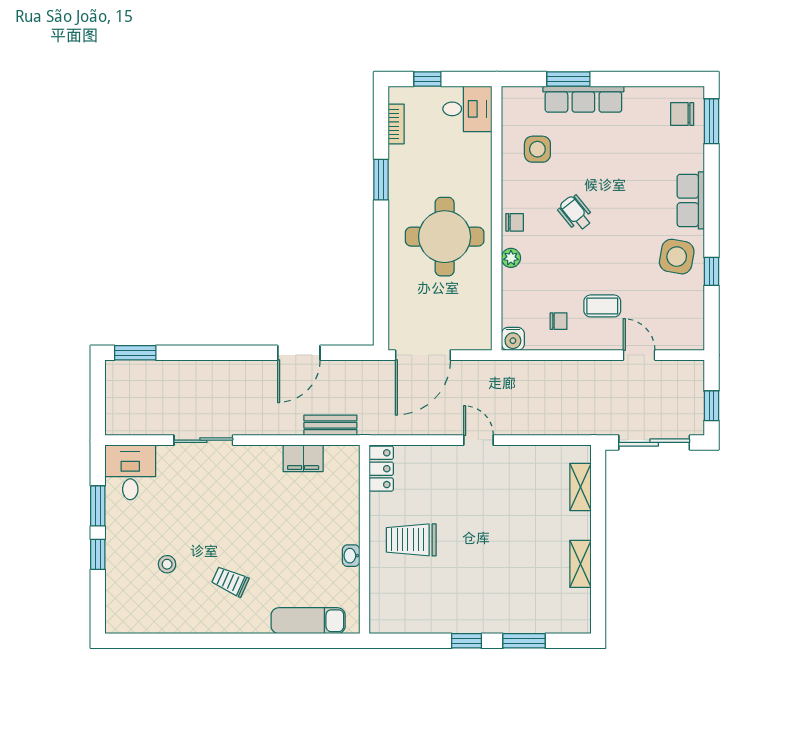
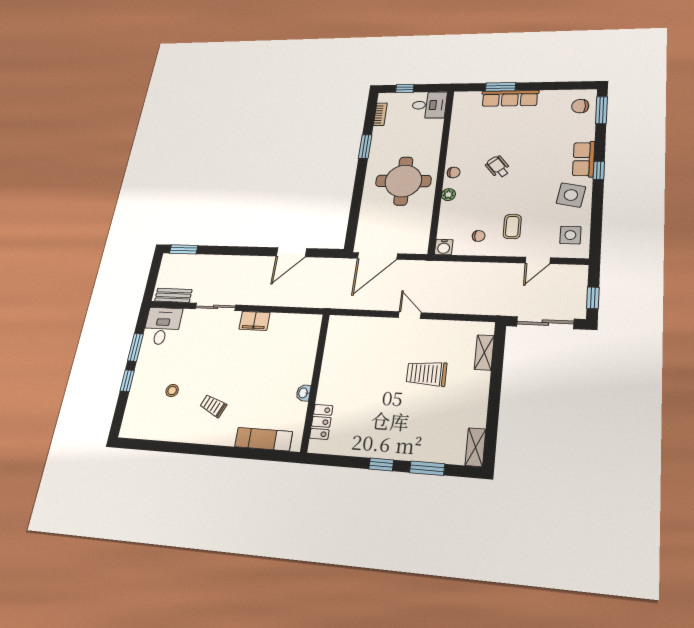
side table: (537, 149) -> (570, 235), moved
window: (711, 271) -> (599, 170), moved
coffee table: (602, 306) -> (512, 227), turned 90
door: (639, 355) -> (538, 260), swing flipped
bench: (330, 425) -> (173, 295), moved
filing cabinet: (303, 458) -> (254, 321), moved
locker: (381, 469) -> (321, 422), moved
trolley: (411, 540) -> (427, 374), moved
shelving: (580, 564) -> (475, 447), moved

